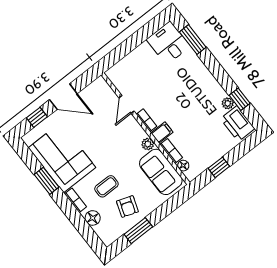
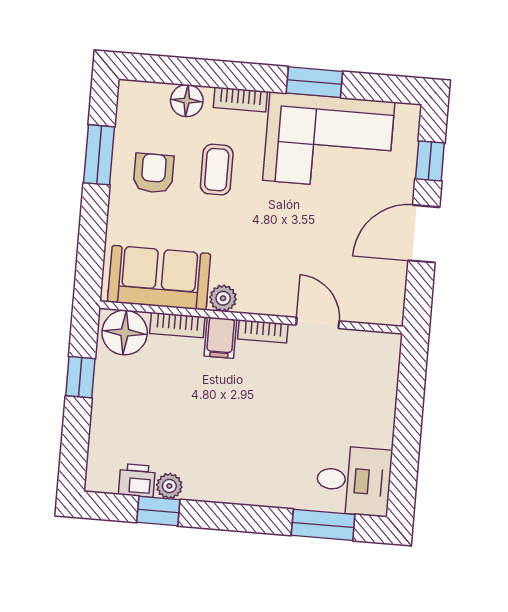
printer: (238, 124) -> (137, 480), width x0.53, depth x0.68
floor lamp: (183, 166) -> (125, 333), width x1.89, depth x1.89
armchair: (127, 206) -> (154, 173), turned 71

